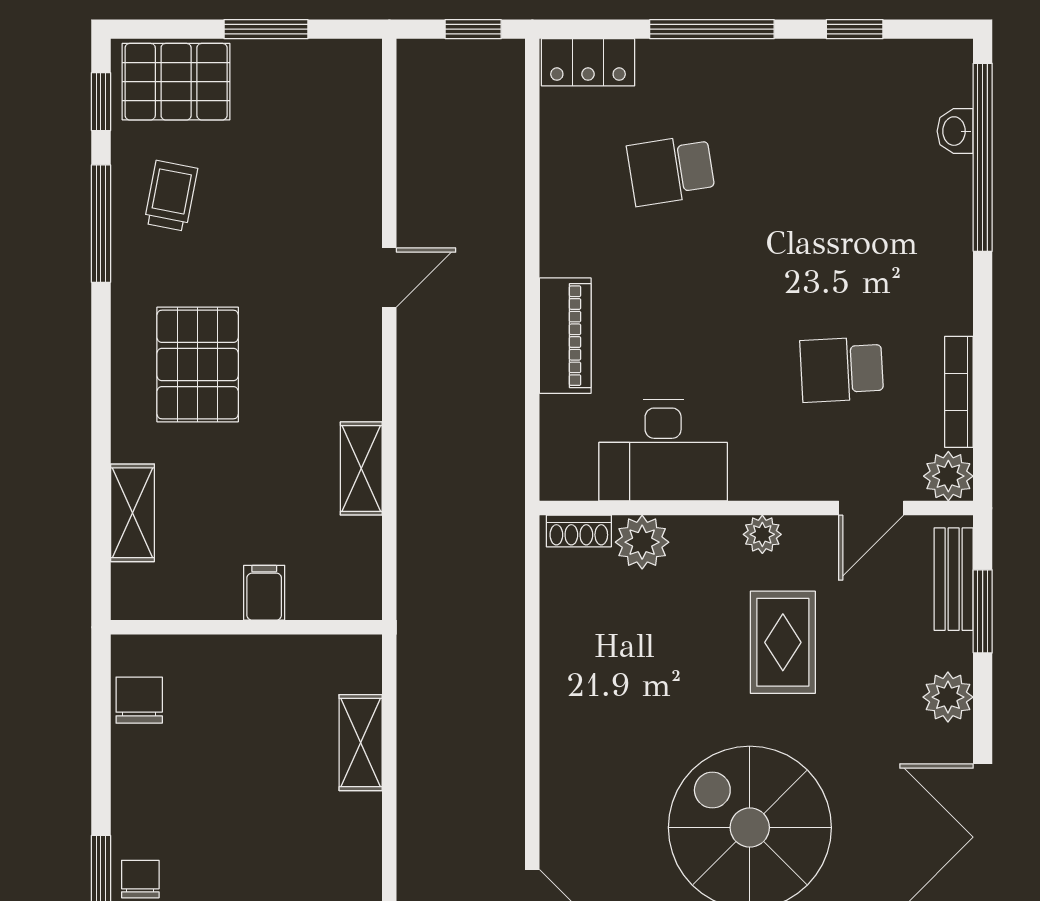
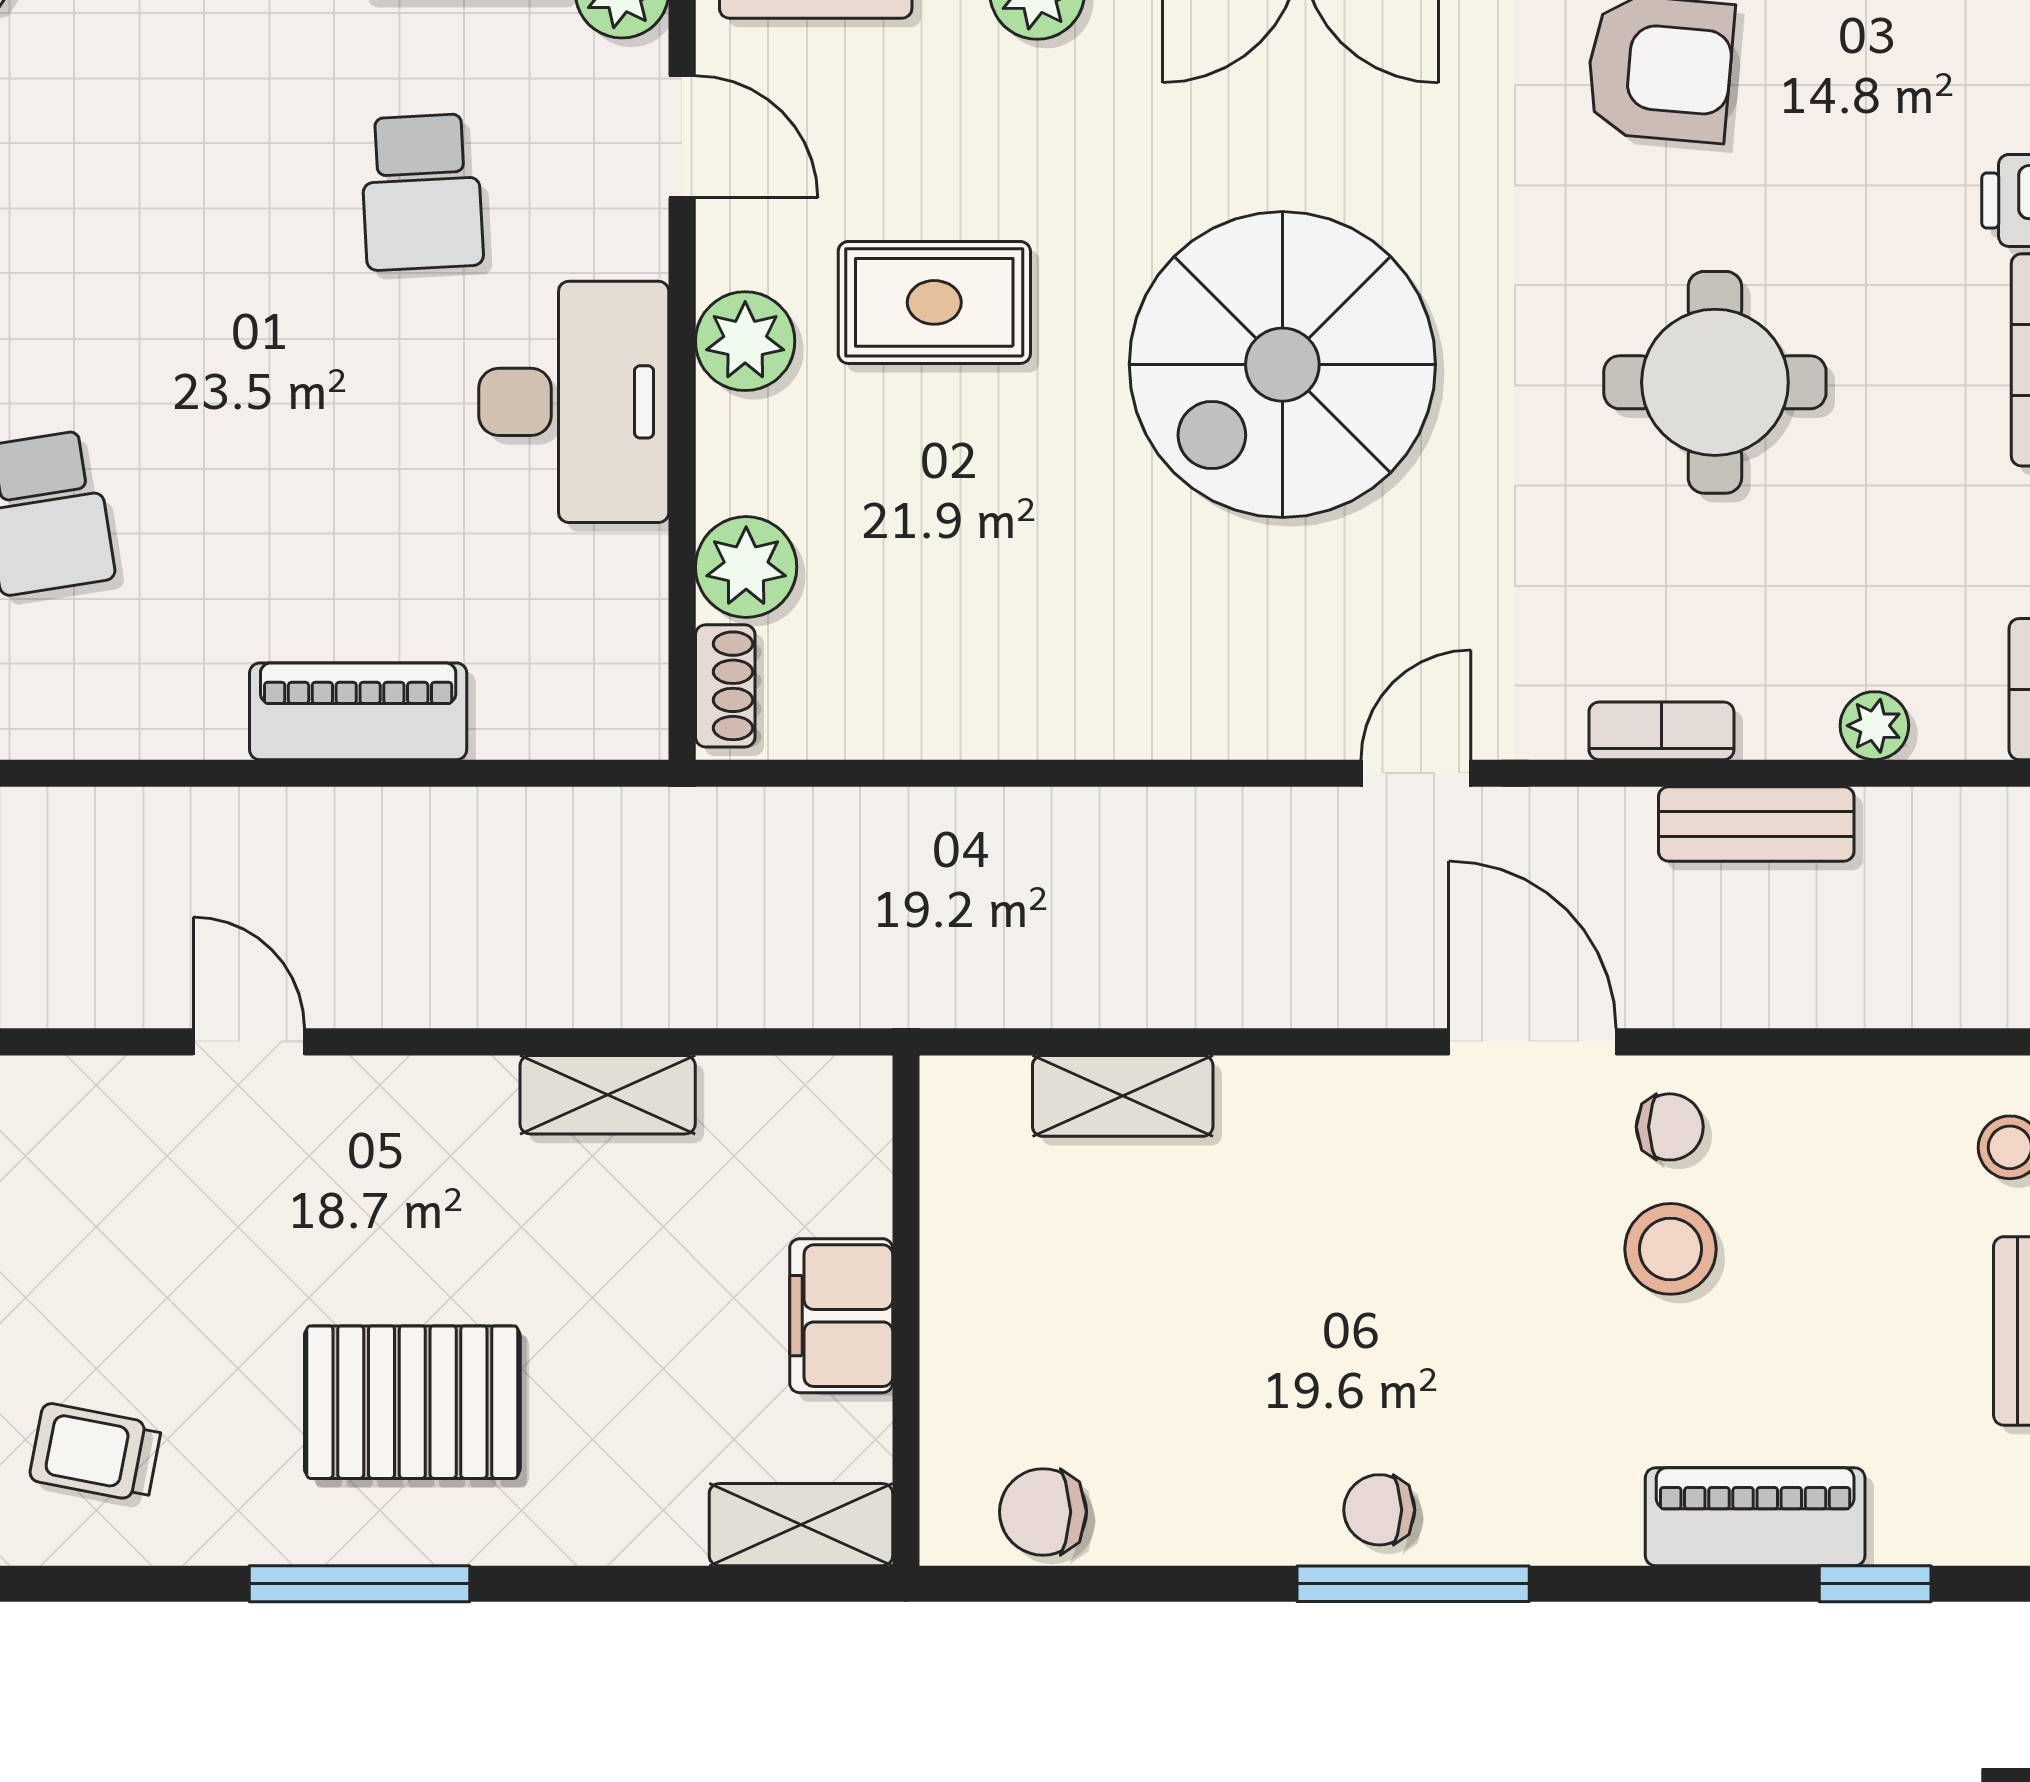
window: (101, 224) -> (359, 1584), moved
desk: (663, 450) -> (574, 402), moved
shelving: (132, 513) -> (801, 1525), moved
plant: (762, 534) -> (745, 341), width x1.38, depth x1.38
filing cabinet: (264, 593) -> (841, 1316), width x2.00

